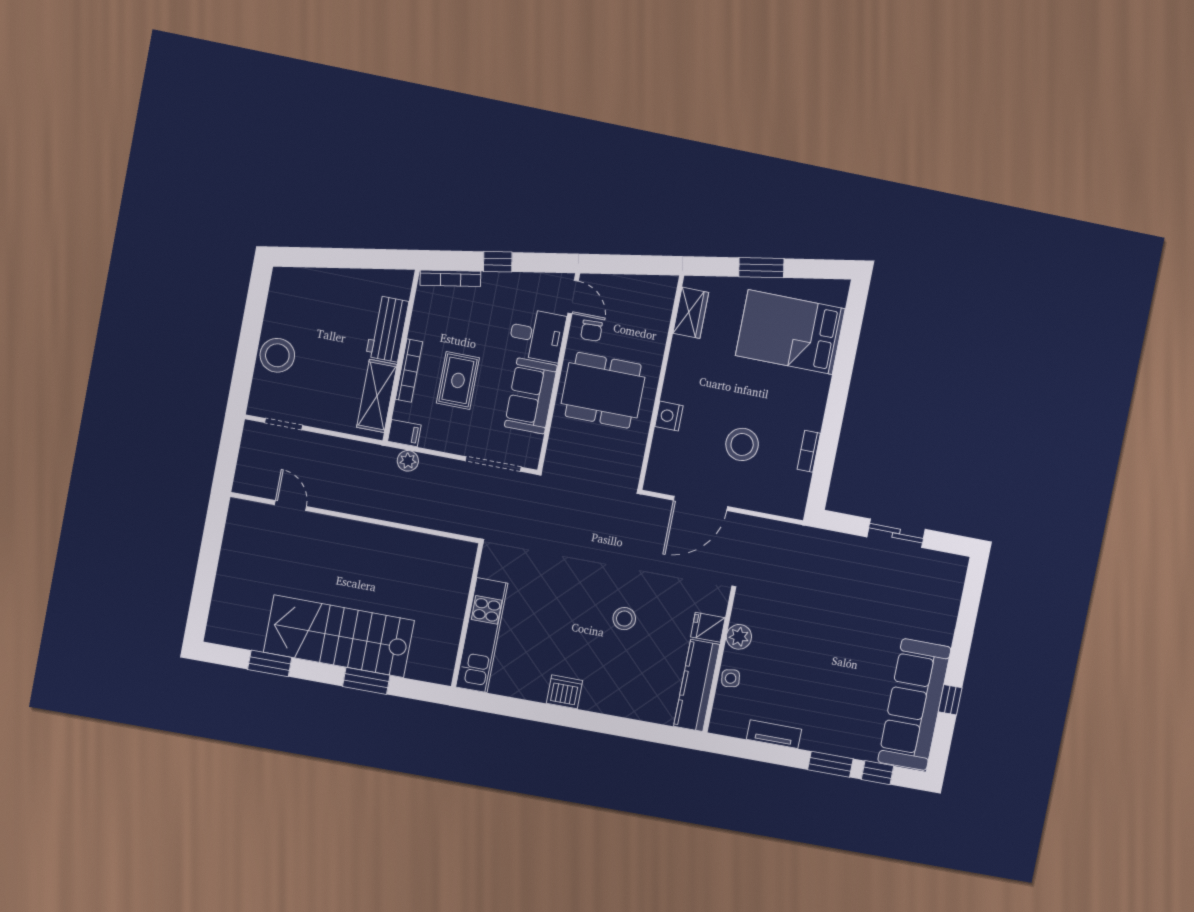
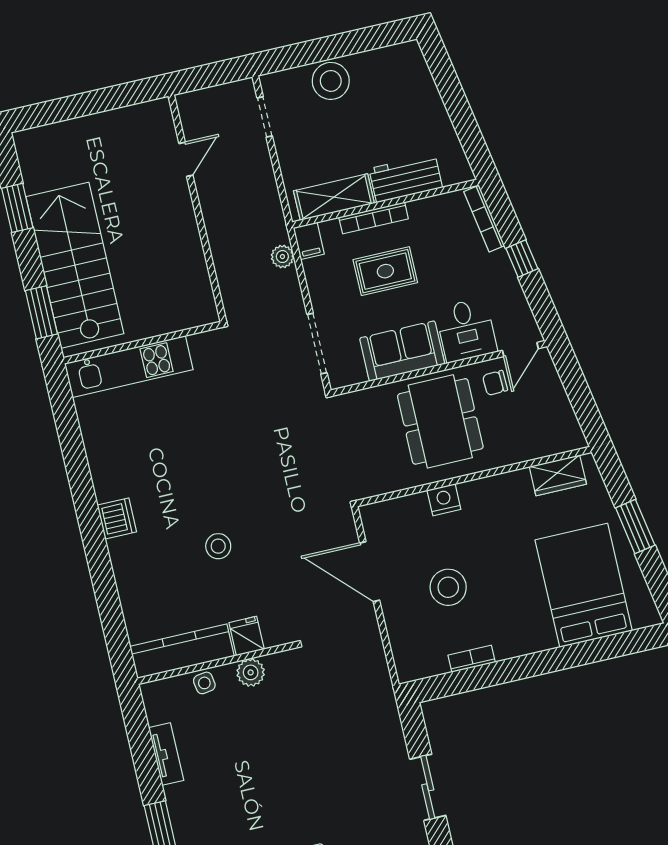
wall: (467, 615) -> (143, 343), moved
kitchen unit: (482, 635) -> (129, 367), moved

